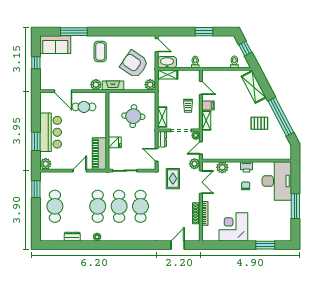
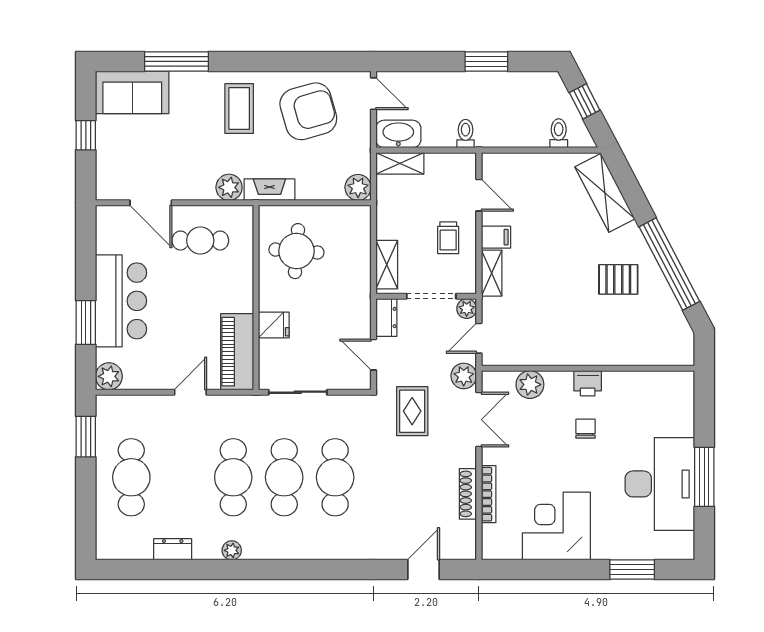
armchair: (134, 64) -> (308, 111), moved, turned 130
round table: (133, 116) -> (296, 251), moved
desk: (277, 181) -> (660, 484), moved

